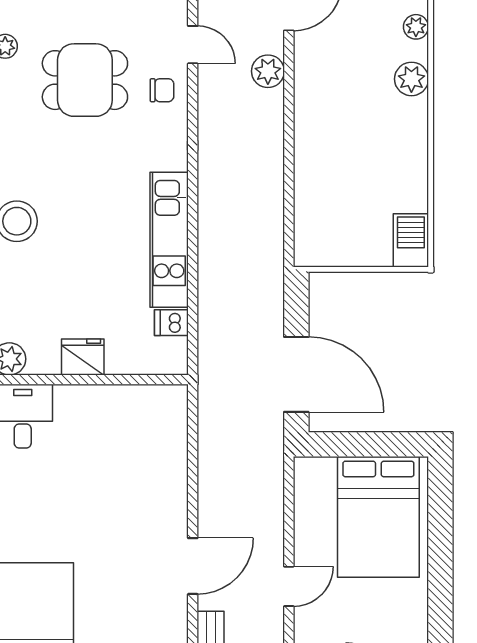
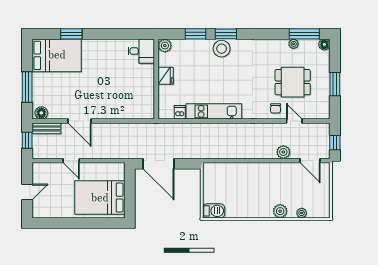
door: (193, 45) -> (294, 121), swing flipped
dining table: (85, 80) -> (293, 82), moved, turned 90
door: (296, 374) -> (158, 164), hinge flipped

